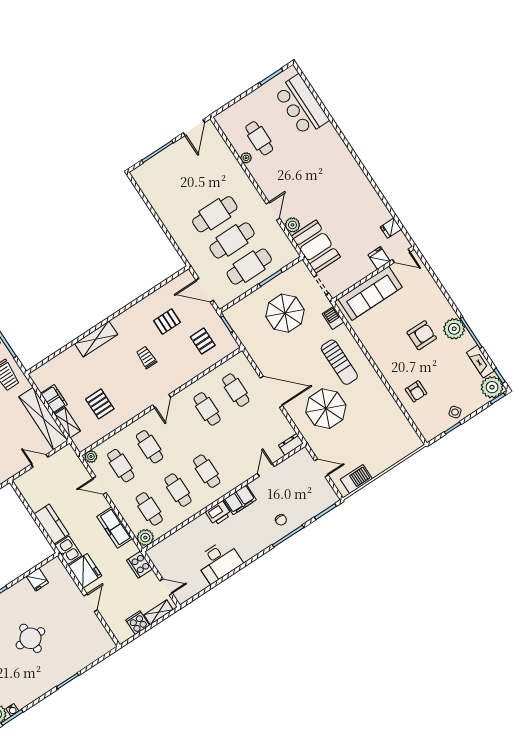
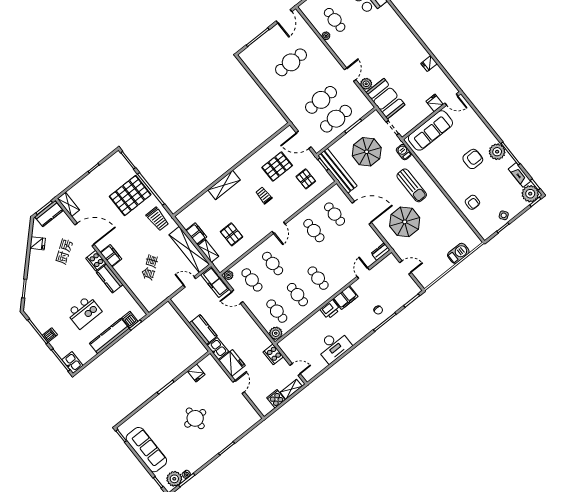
cafe table: (215, 214) -> (291, 62), moved
fridge: (391, 228) -> (429, 64), moved
pallet: (167, 322) -> (277, 167), width x1.50, depth x1.42
bench: (245, 334) -> (337, 171), added
barbecue: (356, 479) -> (458, 253), moved
freezer: (115, 527) -> (215, 282), moved

